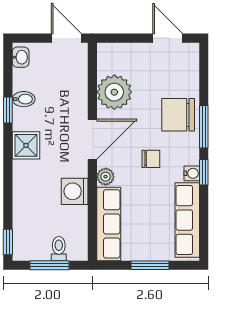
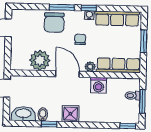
washbasin: (21, 57) -> (23, 114), width x1.91, depth x1.45

